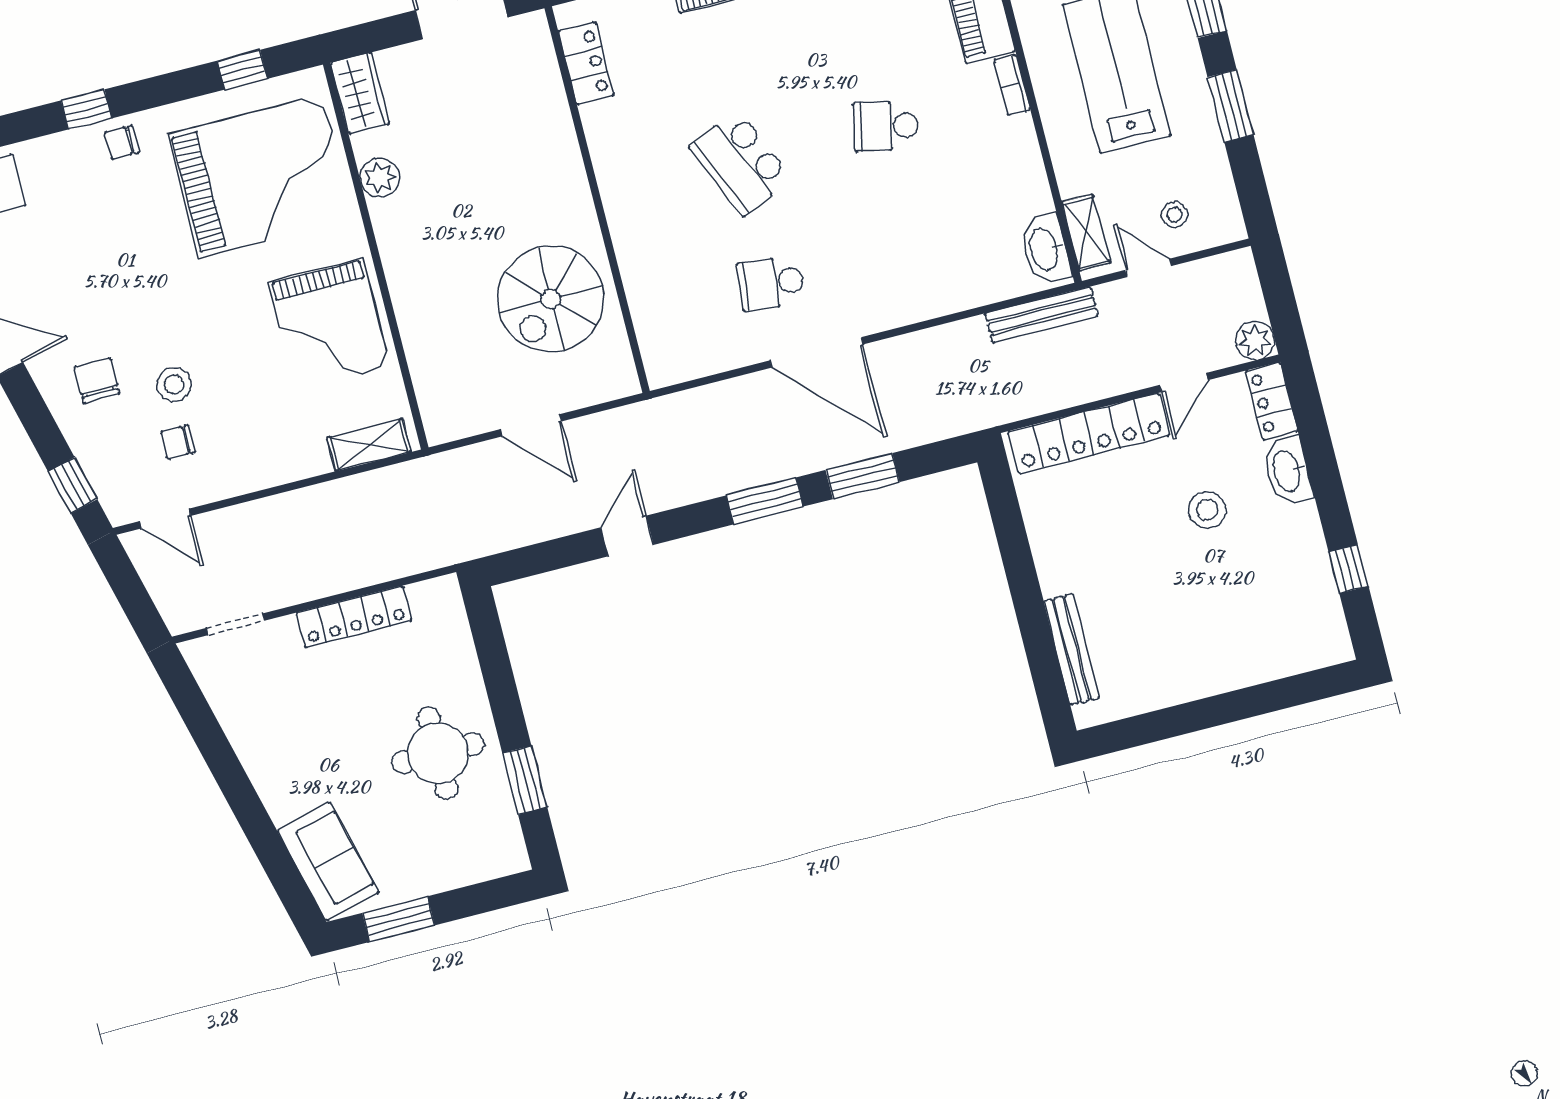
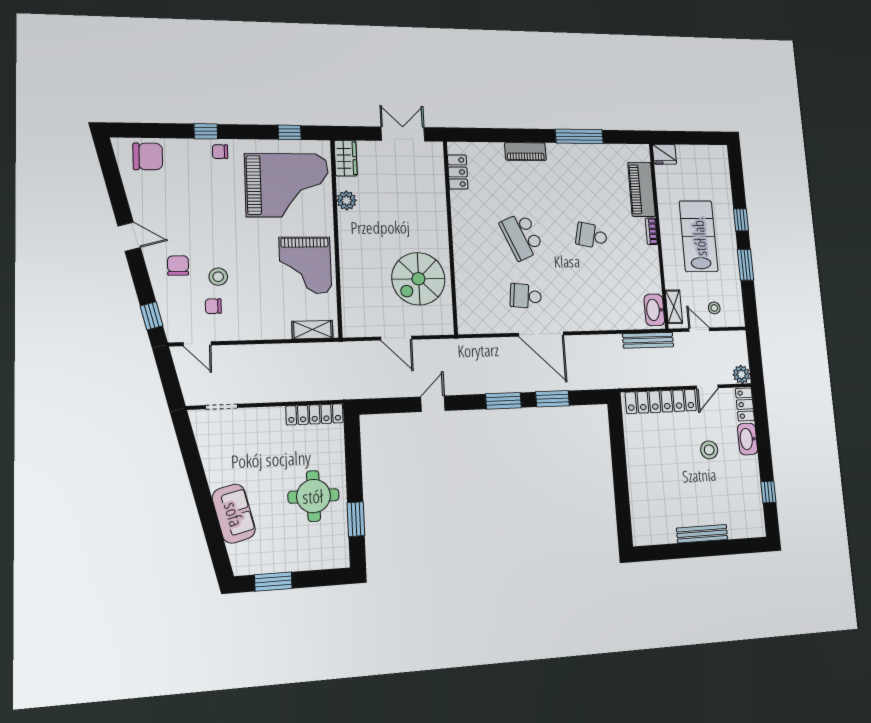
locker: (354, 617) -> (315, 414), moved
bench: (1072, 649) -> (702, 534), moved, turned 90
sofa: (328, 862) -> (234, 514), moved

